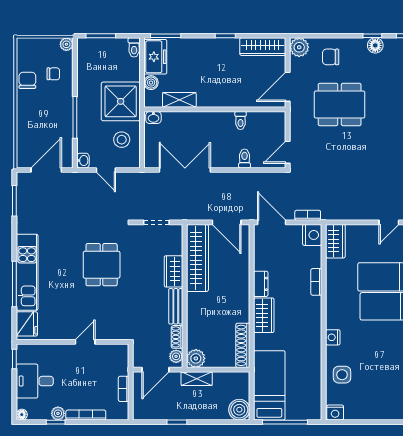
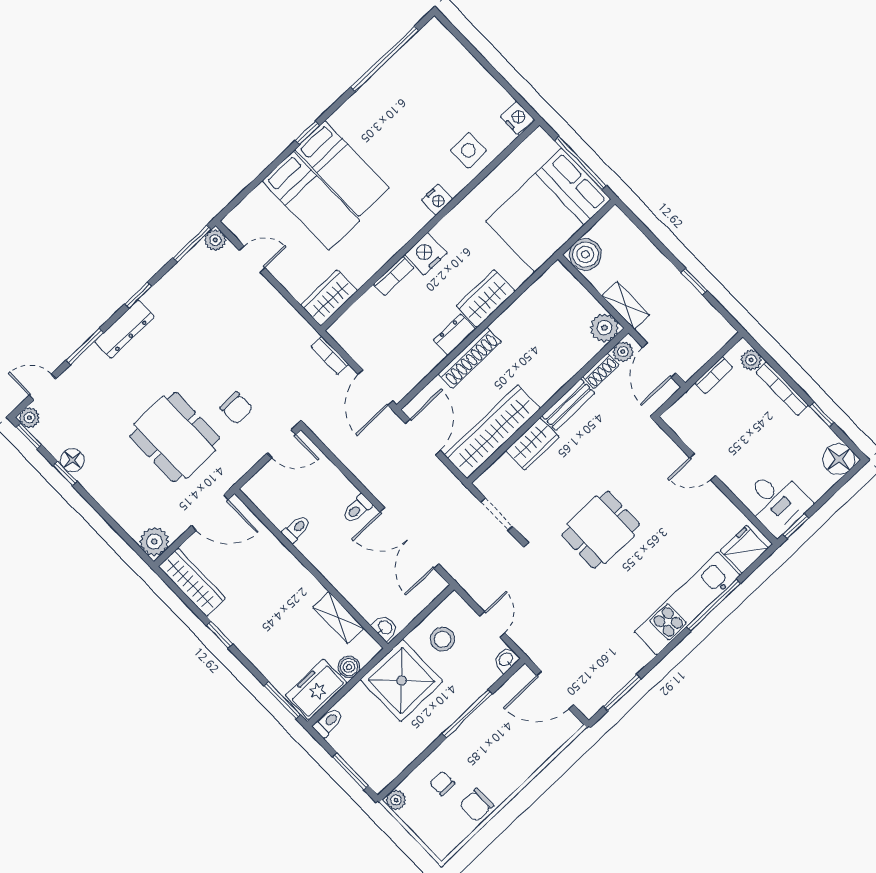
chair: (331, 57) -> (236, 408), moved
toilet: (245, 159) -> (357, 509), moved
nightstand: (312, 235) -> (426, 254), moved
shoe rack: (243, 345) -> (470, 358), moved
door: (155, 370) -> (659, 360), swing flipped
desk: (35, 381) -> (777, 502), moved
bed: (269, 385) -> (548, 210), width x1.50
boiler: (239, 410) -> (585, 254), moved
plant: (58, 413) -> (751, 360), moved
floor lamp: (22, 415) -> (839, 459), width x1.89, depth x1.89

